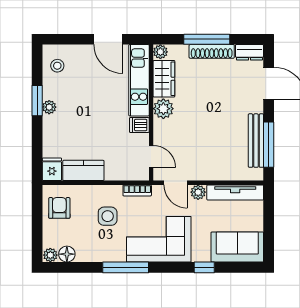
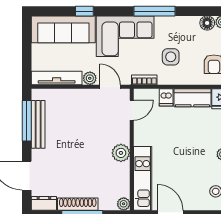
wardrobe: (164, 79) -> (120, 180), removed
dishwasher: (139, 125) -> (166, 97), moved, turned 90
door: (151, 157) -> (132, 110), swing flipped
sofa: (237, 247) -> (63, 29), width x1.36

